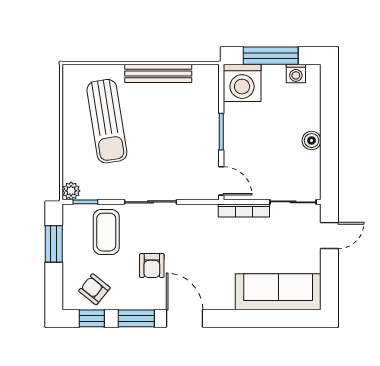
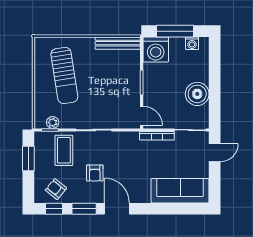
bench: (158, 73) -> (118, 43), moved
boiler: (312, 141) -> (197, 94), width x1.86, depth x1.86
plant: (71, 191) -> (53, 122), moved

